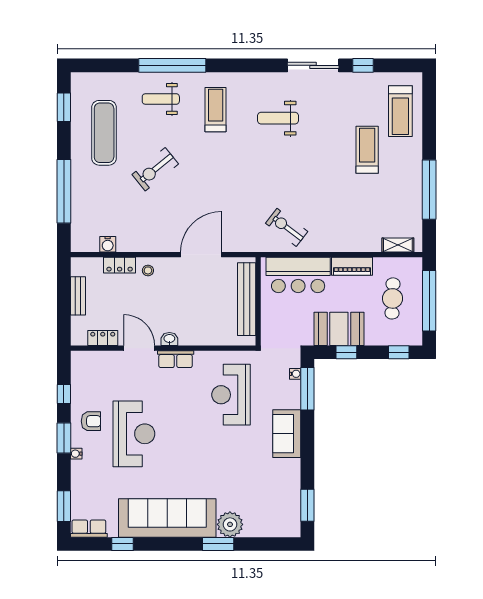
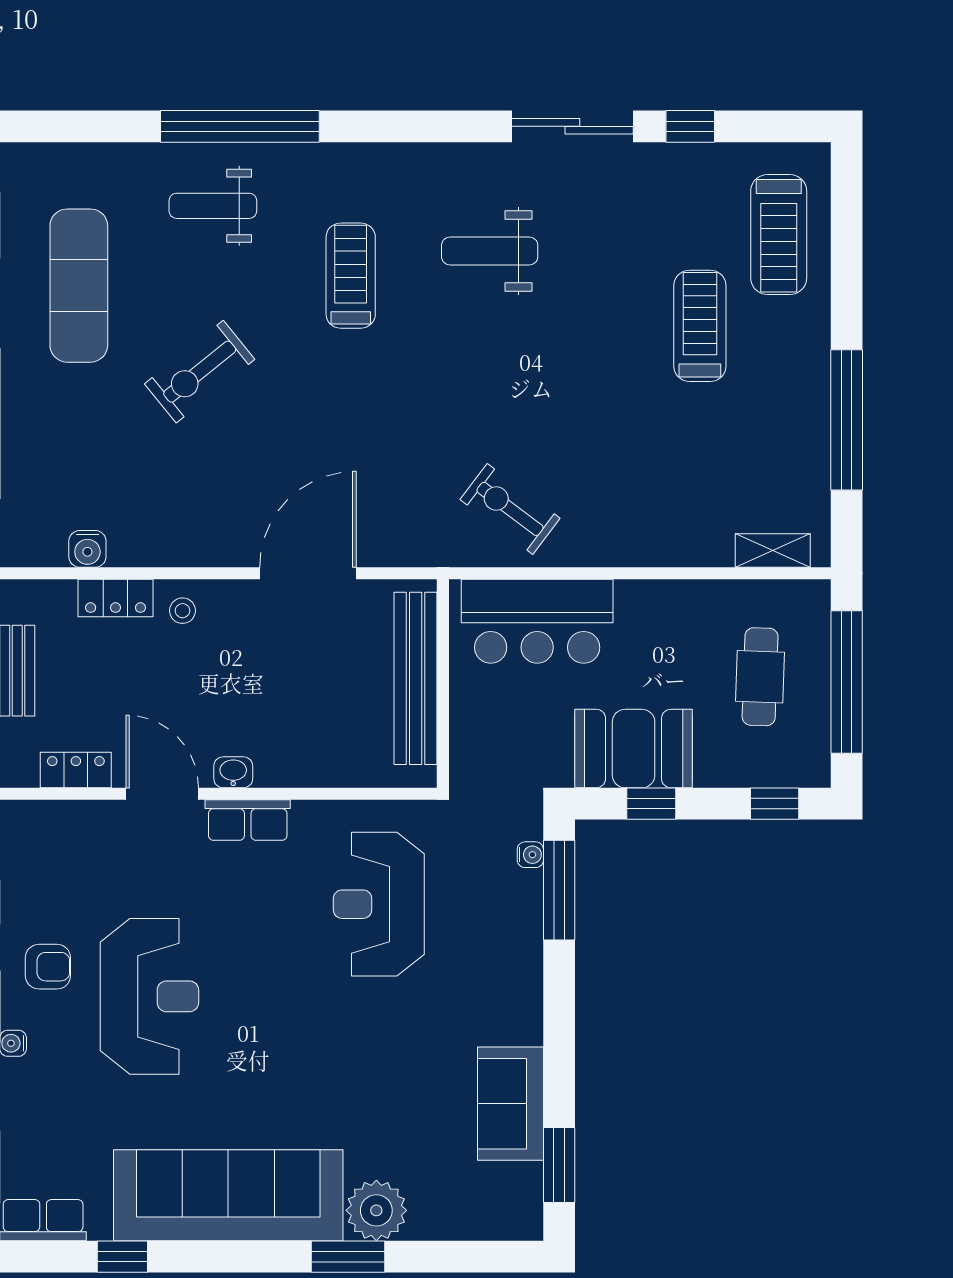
treadmill: (216, 110) -> (351, 276), moved
piano: (352, 266) -> (664, 601), removed
sofa: (287, 434) -> (511, 1104), moved

